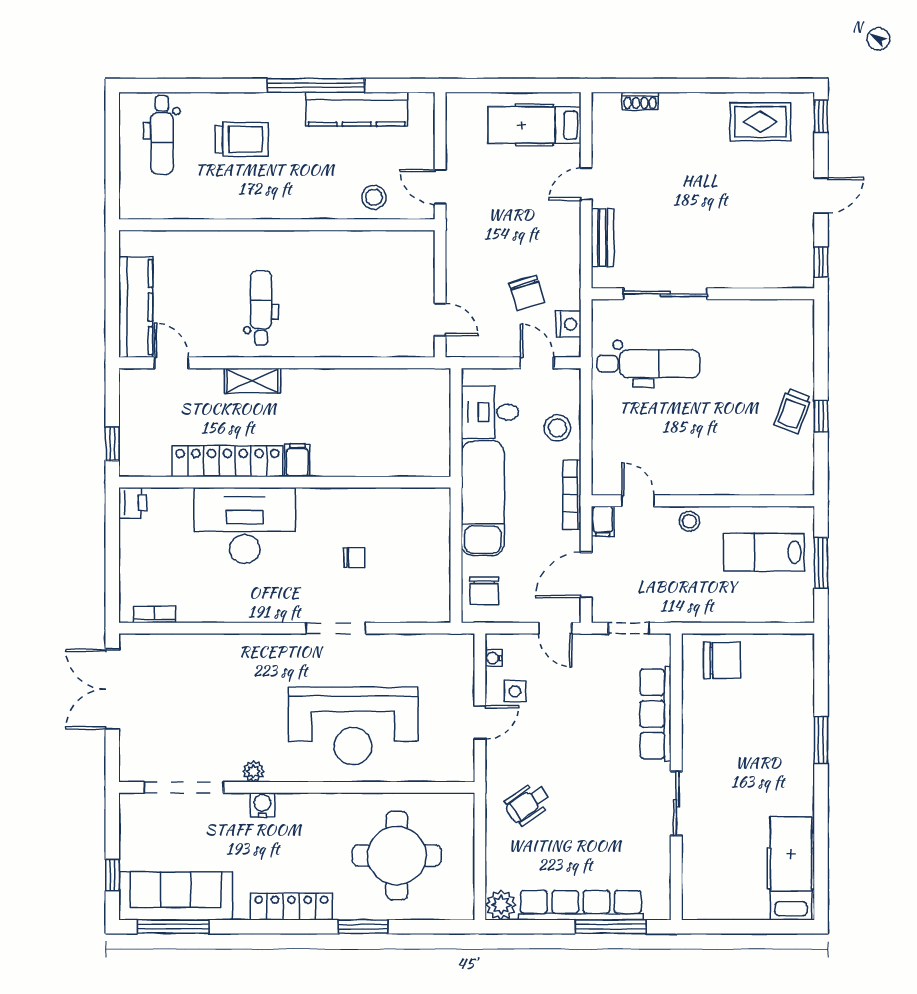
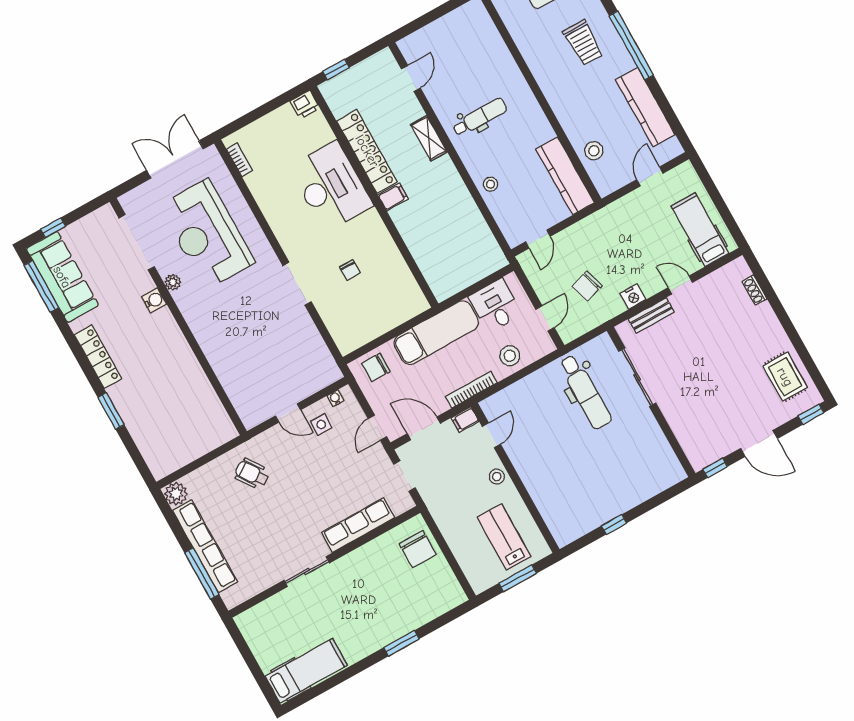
window: (316, 85) -> (631, 45), moved
door: (440, 187) -> (650, 176), moved
door: (821, 195) -> (759, 443), width x1.38
kitchen counter: (136, 307) -> (565, 176), moved, turned 90
nightstand: (569, 324) -> (633, 296), moved
stool: (346, 339) -> (491, 184), added
trolley: (793, 411) -> (607, 504), removed
reception desk: (353, 726) -> (207, 234), moved
round table: (397, 856) -> (170, 407), removed

